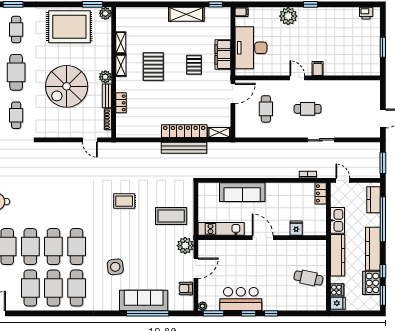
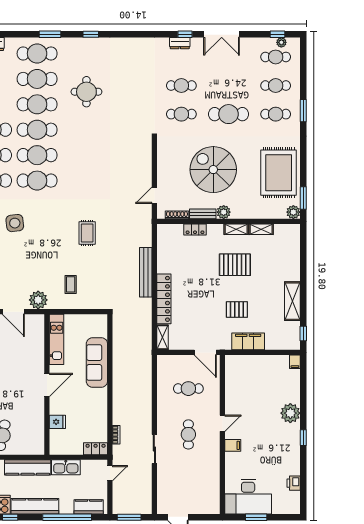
printer: (366, 13) -> (294, 483), moved
desk: (251, 48) -> (248, 497), moved, turned 180
bench: (184, 148) -> (146, 272), moved
coffee table: (171, 216) -> (71, 284), width x0.54, depth x0.58

